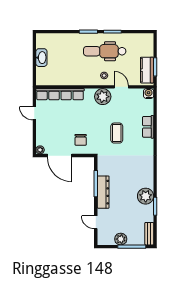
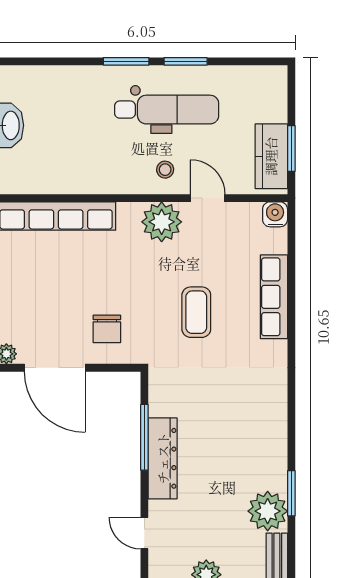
dental chair: (105, 51) -> (167, 110), turned 180
row of seats: (148, 127) -> (274, 297), width x1.48
plant: (146, 196) -> (268, 511), moved

